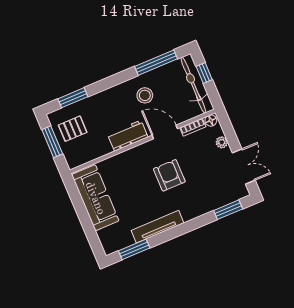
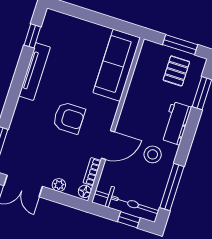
workbench: (128, 136) -> (176, 123), moved, turned 180
sofa: (95, 198) -> (117, 65), moved, turned 90
window: (134, 249) -> (32, 36), width x0.67

